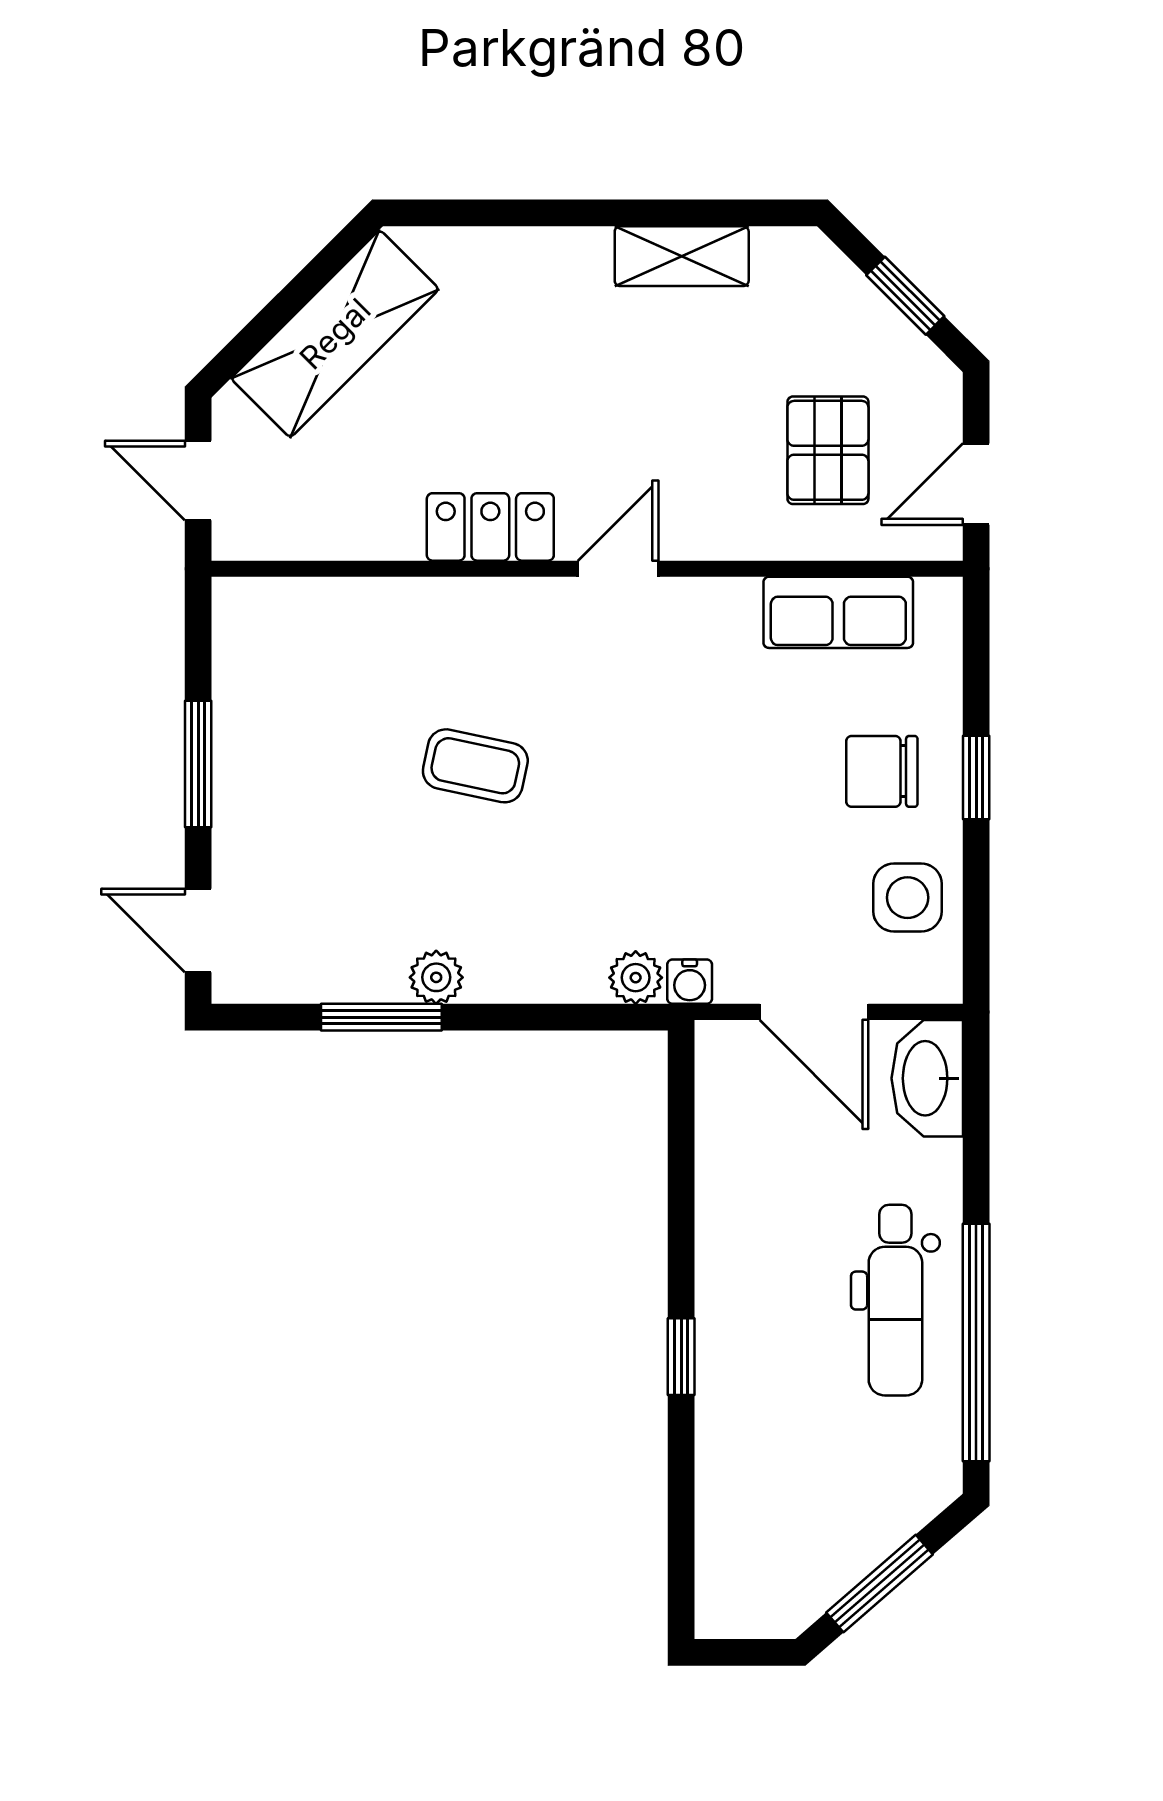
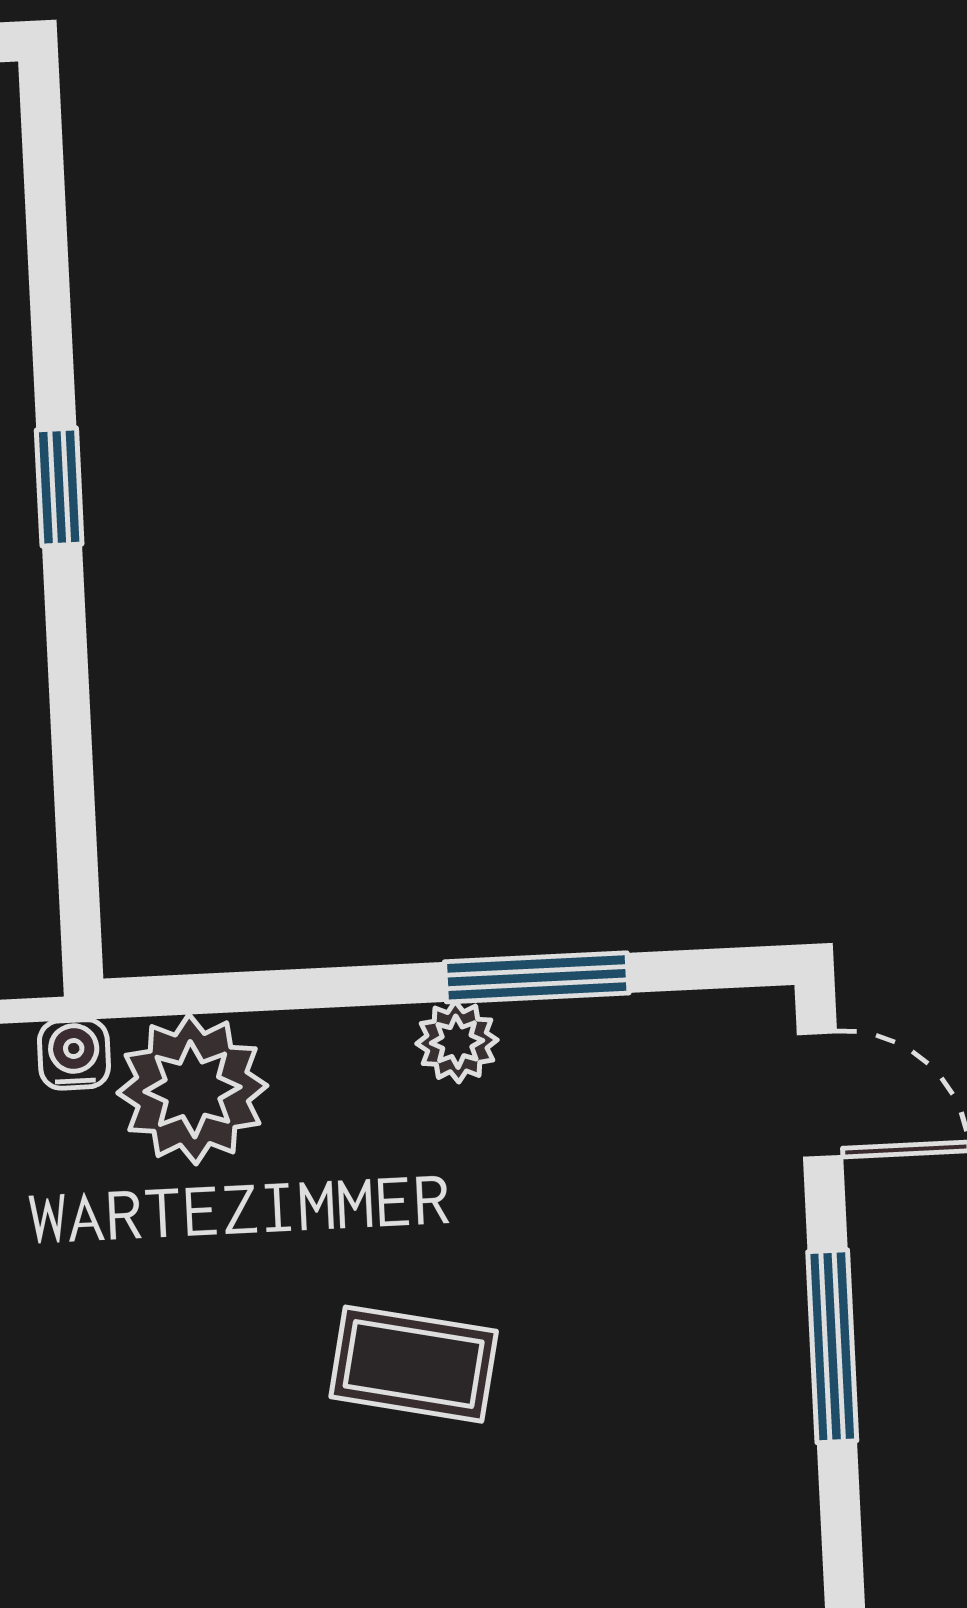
plant: (636, 978) -> (192, 1089), width x1.88, depth x1.88

